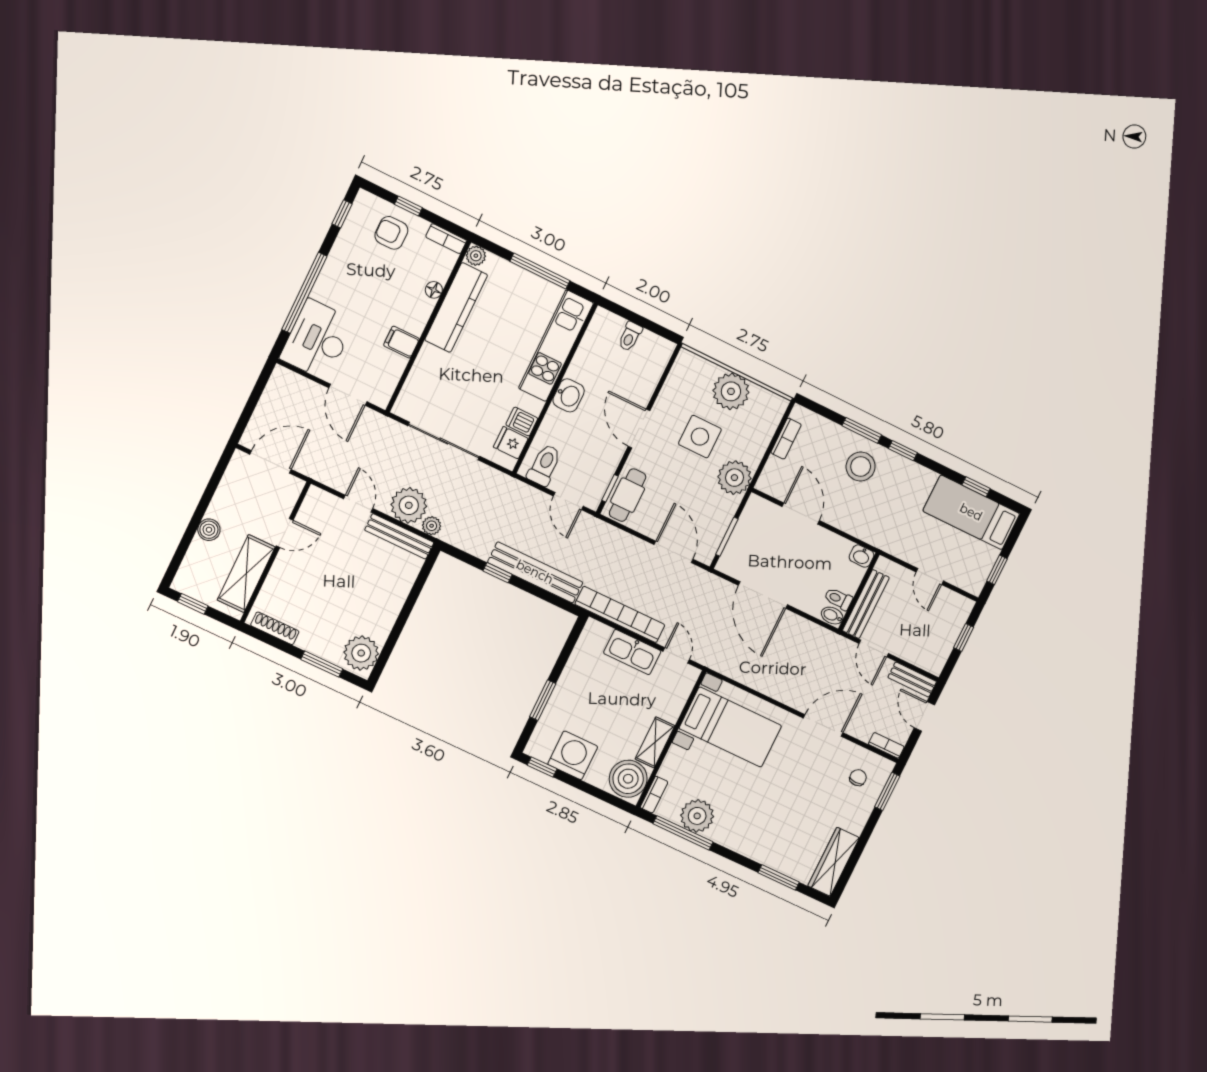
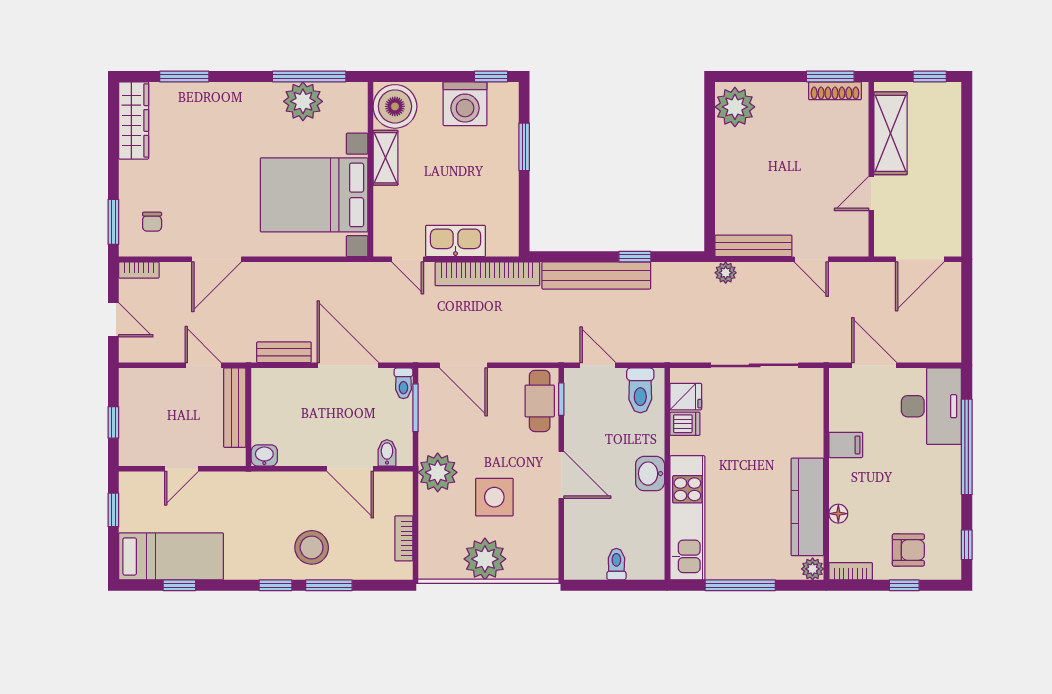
plant: (409, 505) -> (759, 282), removed
boiler: (209, 530) -> (949, 160), removed
door: (930, 577) -> (181, 469), swing flipped
toilet: (838, 599) -> (403, 383), moved, turned 90
bidet: (832, 616) -> (387, 453), moved, turned -90
window: (322, 664) -> (830, 76), moved
bench: (912, 680) -> (284, 352), moved
bed with nightstands: (730, 727) -> (314, 195), width x1.36
bookcase: (654, 795) -> (360, 102), removed

